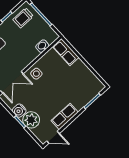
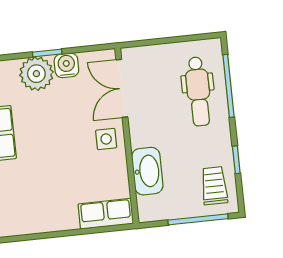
washbasin: (42, 46) -> (147, 171), width x1.91, depth x1.45

